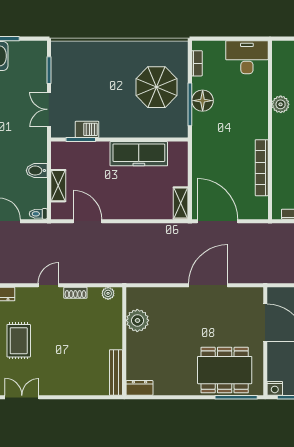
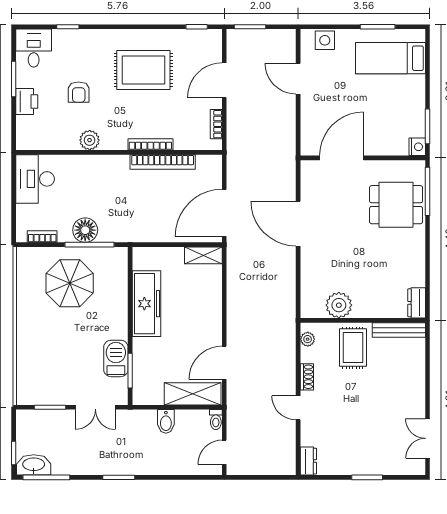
barbecue: (87, 129) -> (116, 358), width x1.38, depth x1.27
bookcase: (277, 157) -> (150, 144), added
shelving: (58, 186) -> (193, 394), width x1.50, depth x1.33
rug: (19, 341) -> (353, 348), moved, turned 90
dining table: (225, 370) -> (396, 205), width x0.73

